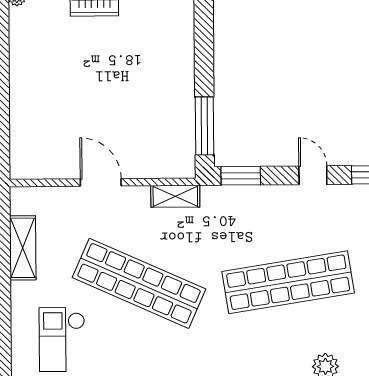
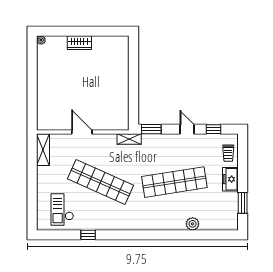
window: (205, 126) -> (133, 104), removed
shelving: (175, 196) -> (129, 139), moved
shelving: (23, 248) -> (43, 150), moved

